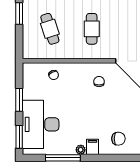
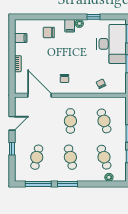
window: (63, 158) -> (94, 17), width x0.46

